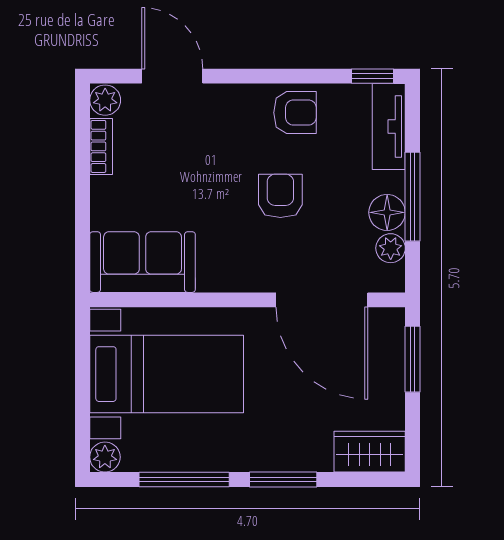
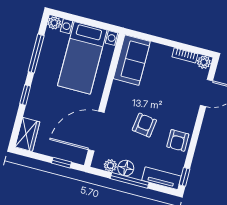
armchair: (280, 196) -> (144, 125), turned -82
window: (413, 359) -> (61, 163), width x0.67
window: (283, 480) -> (25, 95), width x0.67

